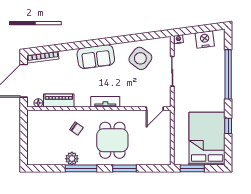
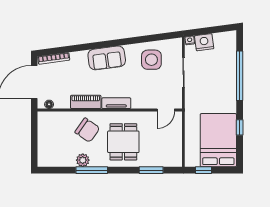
nightstand: (205, 39) -> (204, 42), moved
side table: (140, 58) -> (151, 60), turned -36
piano: (59, 100) -> (86, 102), moved
chair: (76, 129) -> (87, 130), width x1.87, depth x1.87
window: (125, 168) -> (151, 170), moved
window: (192, 168) -> (203, 170), width x0.67

